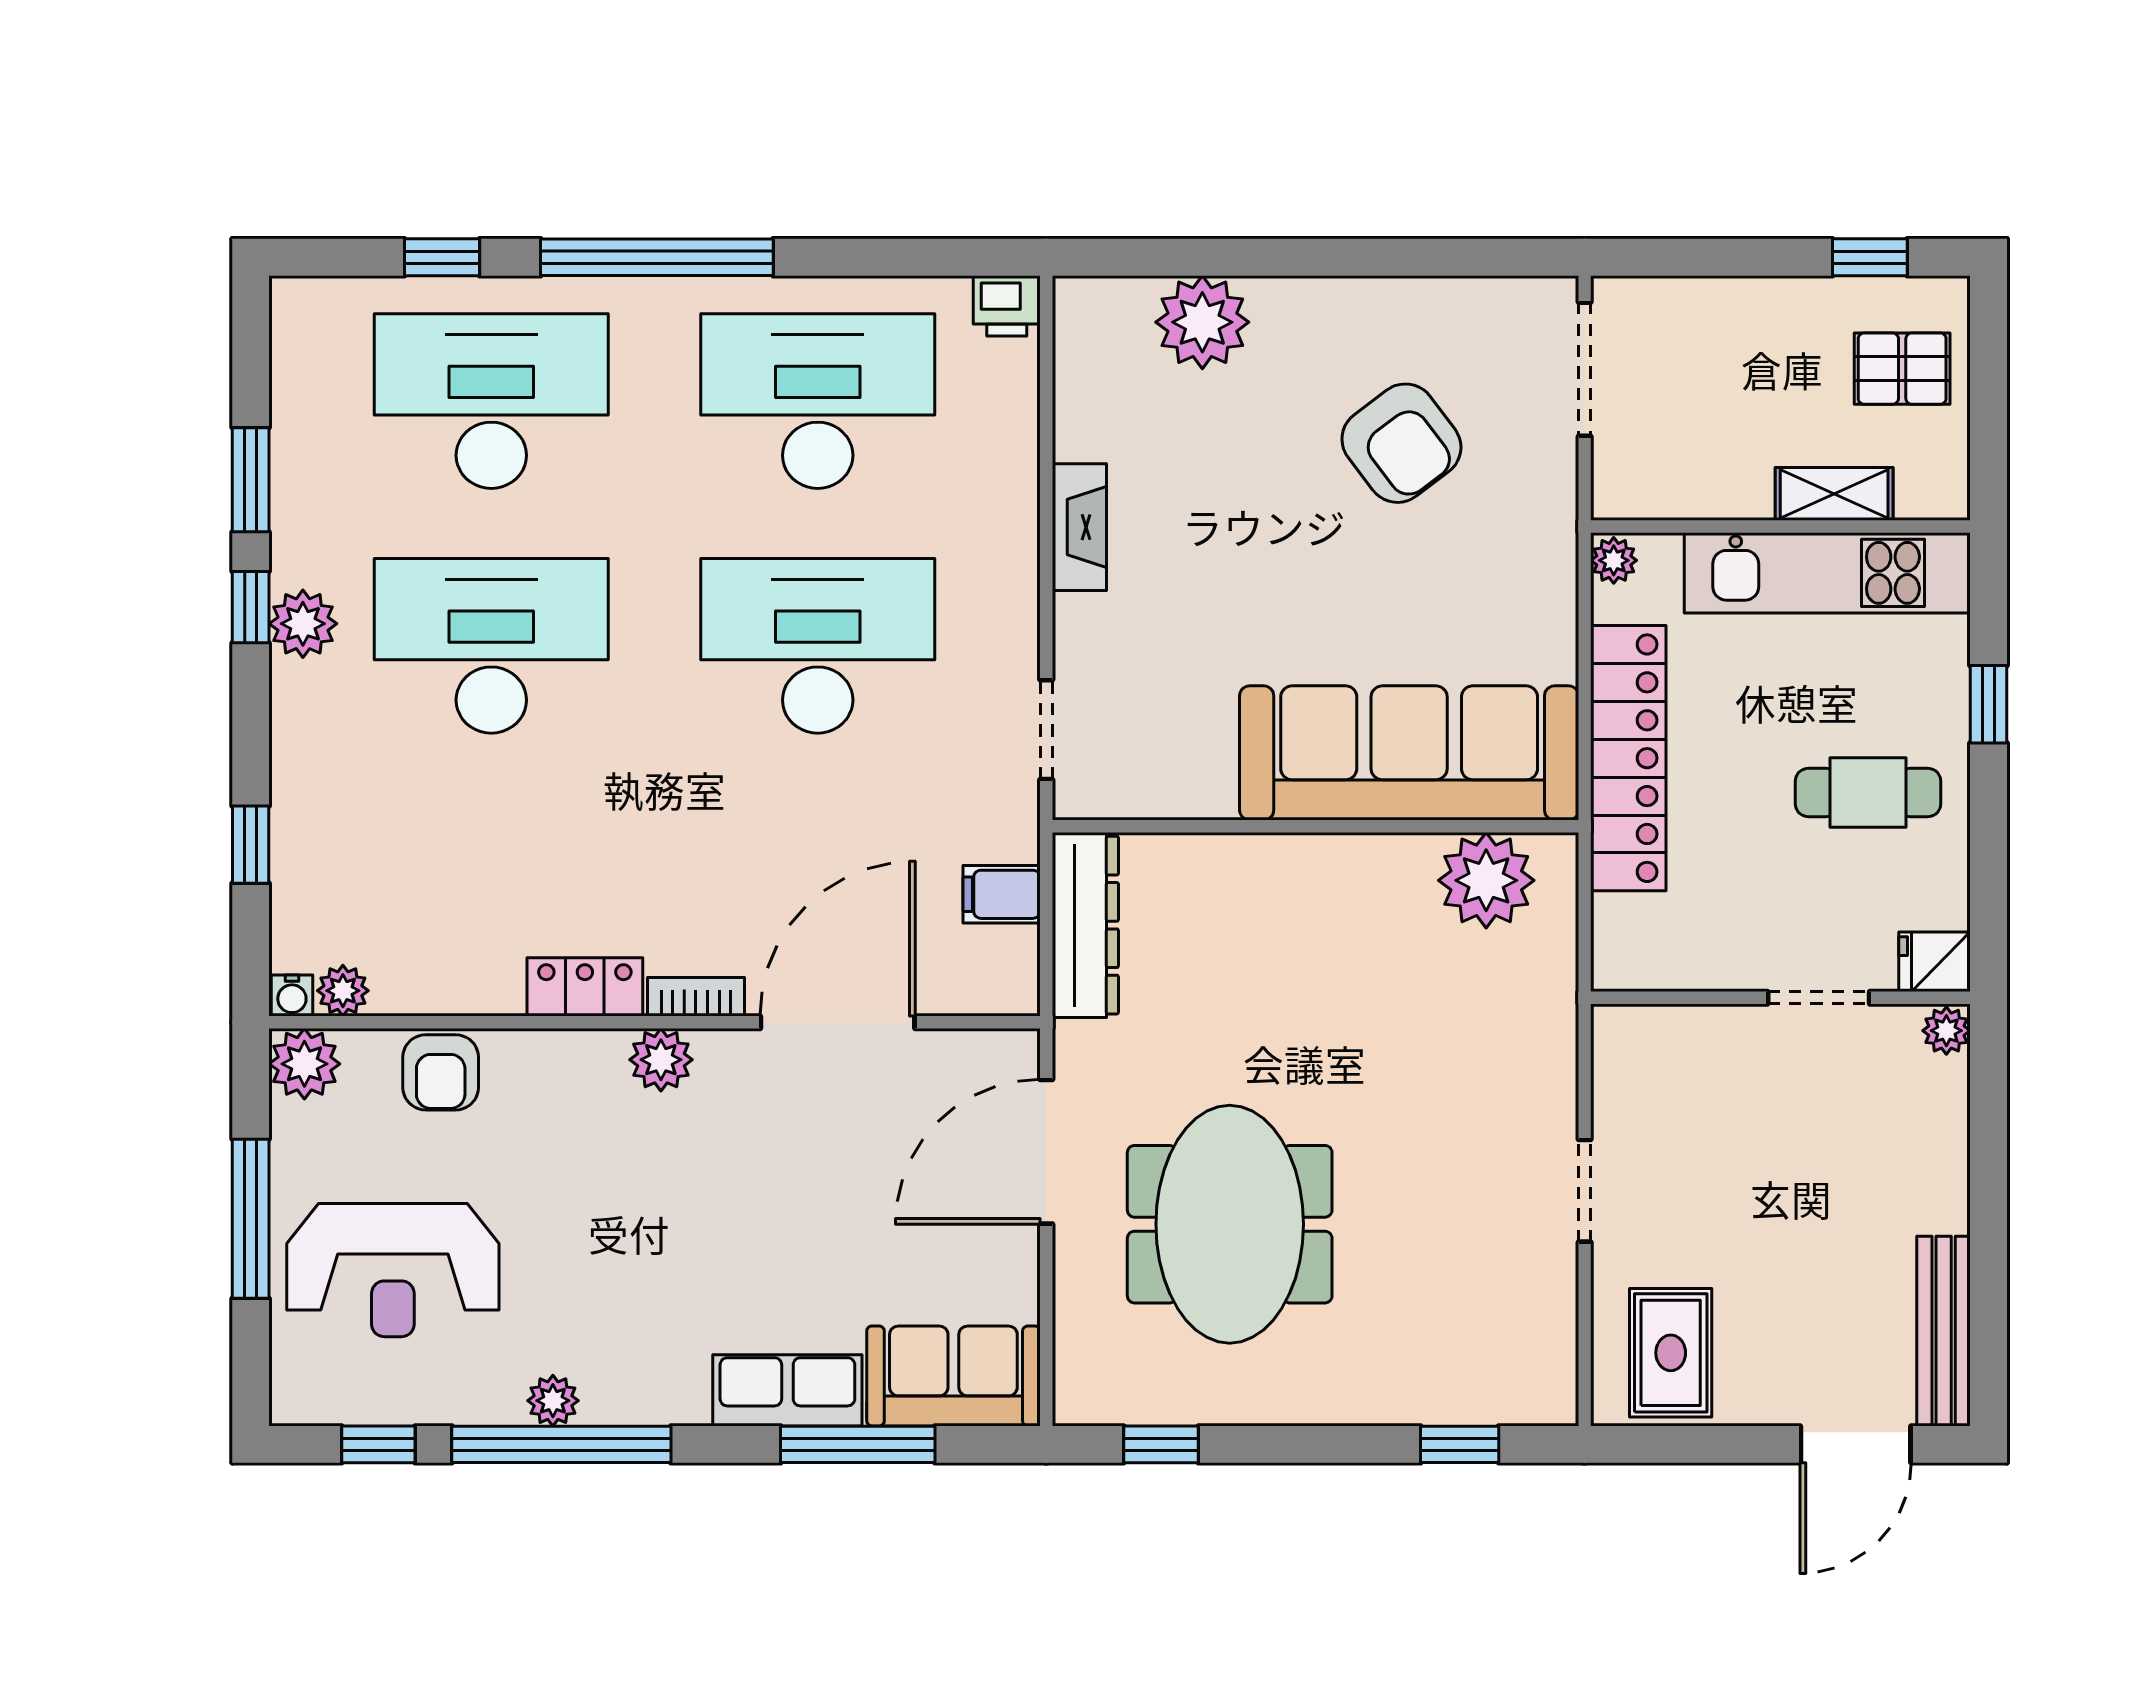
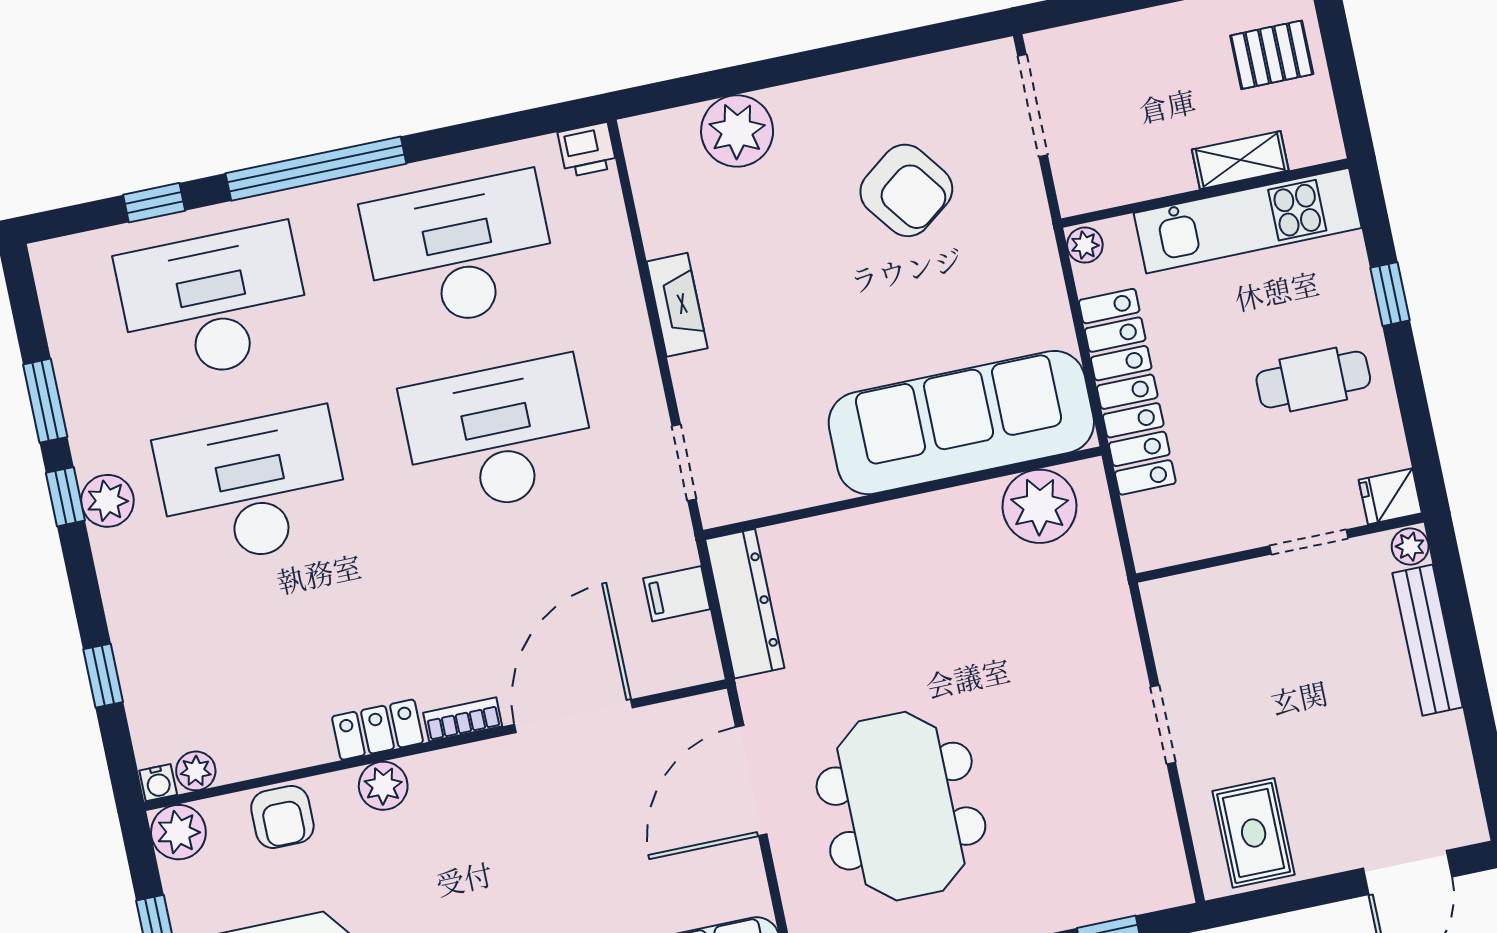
plant: (661, 1060) -> (383, 786), moved
bench: (1944, 1331) -> (1428, 640), moved

